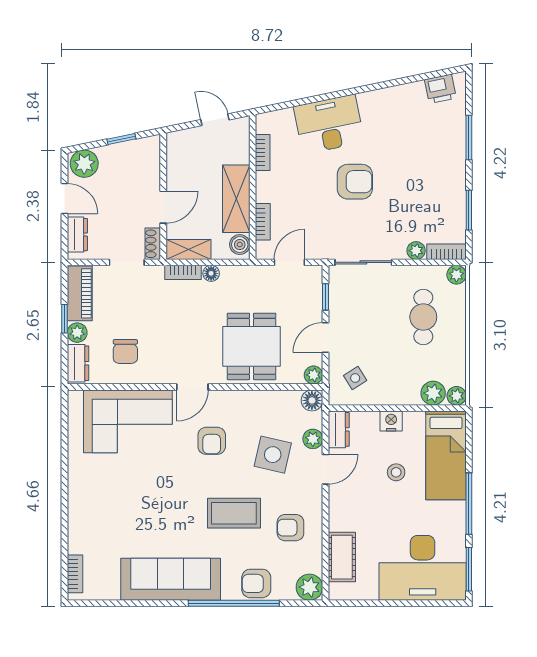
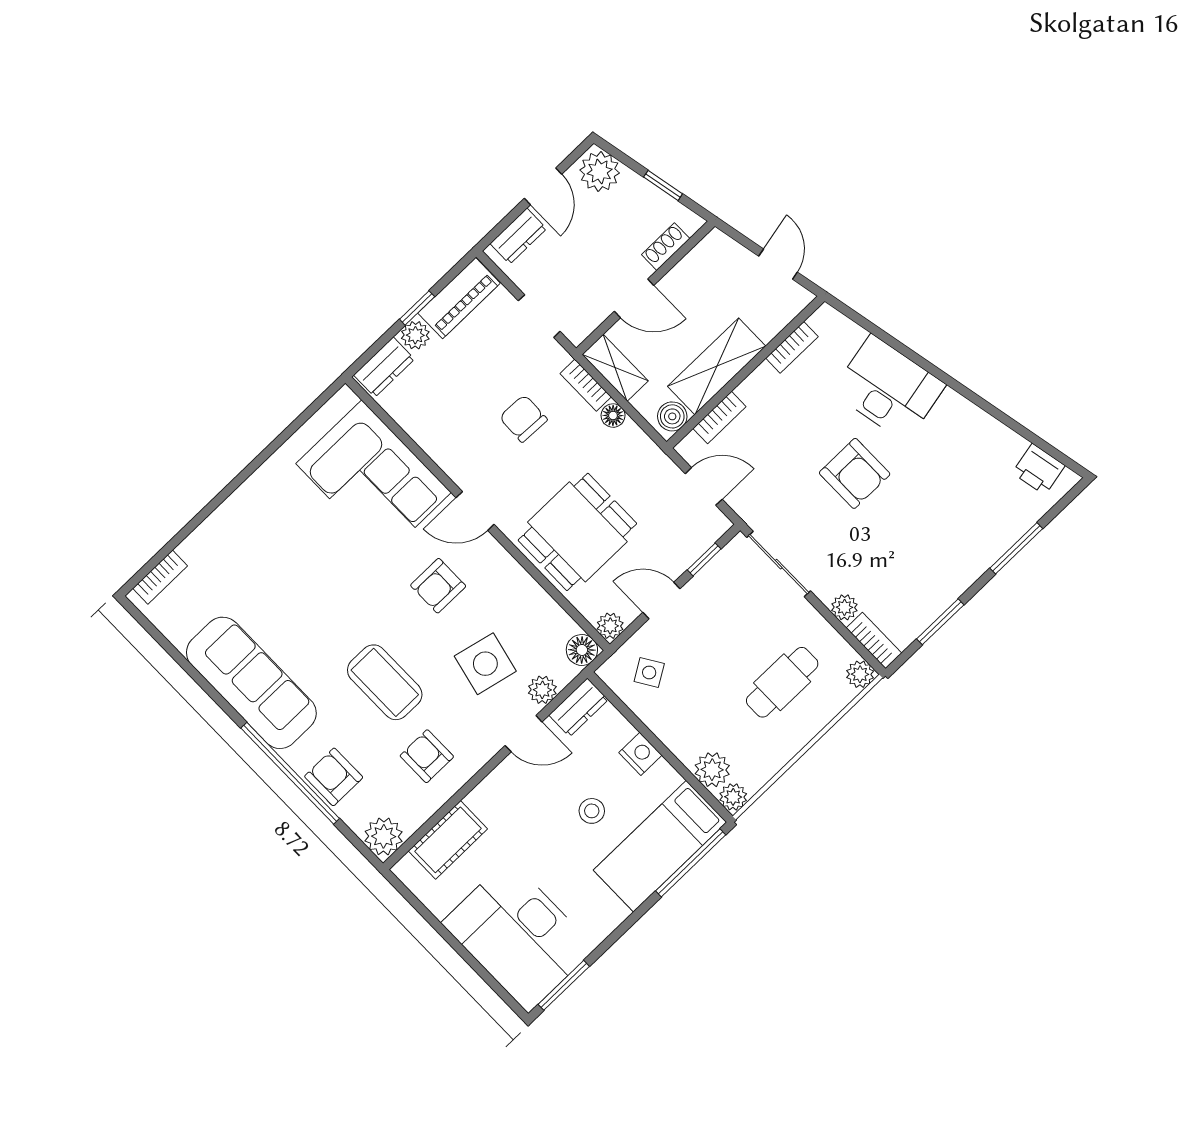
shoe rack: (153, 244) -> (666, 247), moved
chair: (125, 351) -> (523, 419), moved, turned 92
window: (469, 504) -> (691, 863), moved

